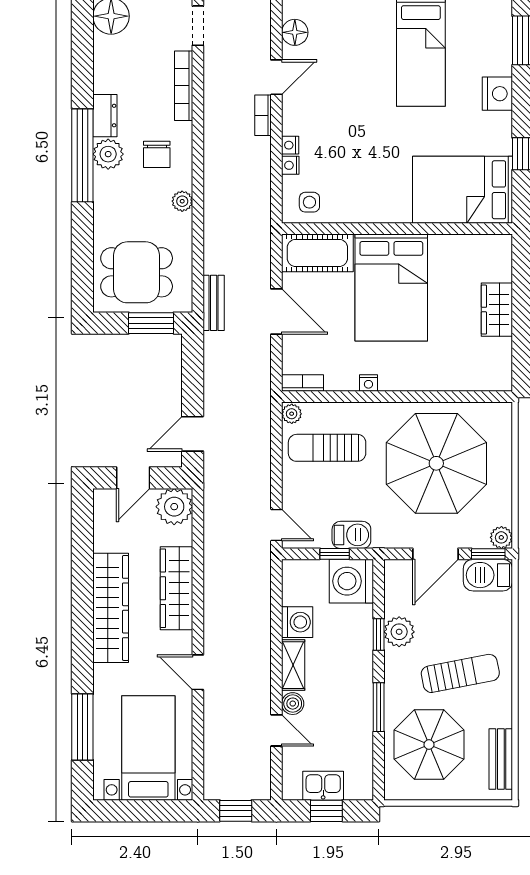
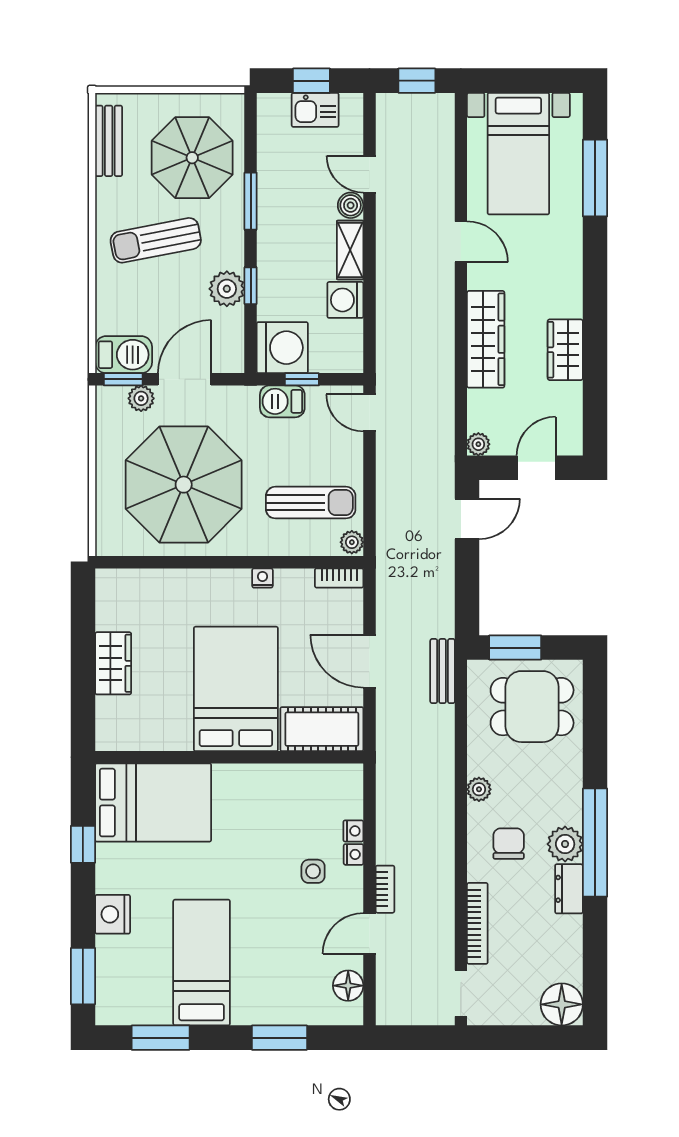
side table: (309, 202) -> (313, 871), moved
plant: (174, 507) -> (478, 444), width x0.53, depth x0.53
plant: (501, 537) -> (141, 398), moved
wardrobe: (111, 608) -> (565, 350), width x0.48, depth x0.85

